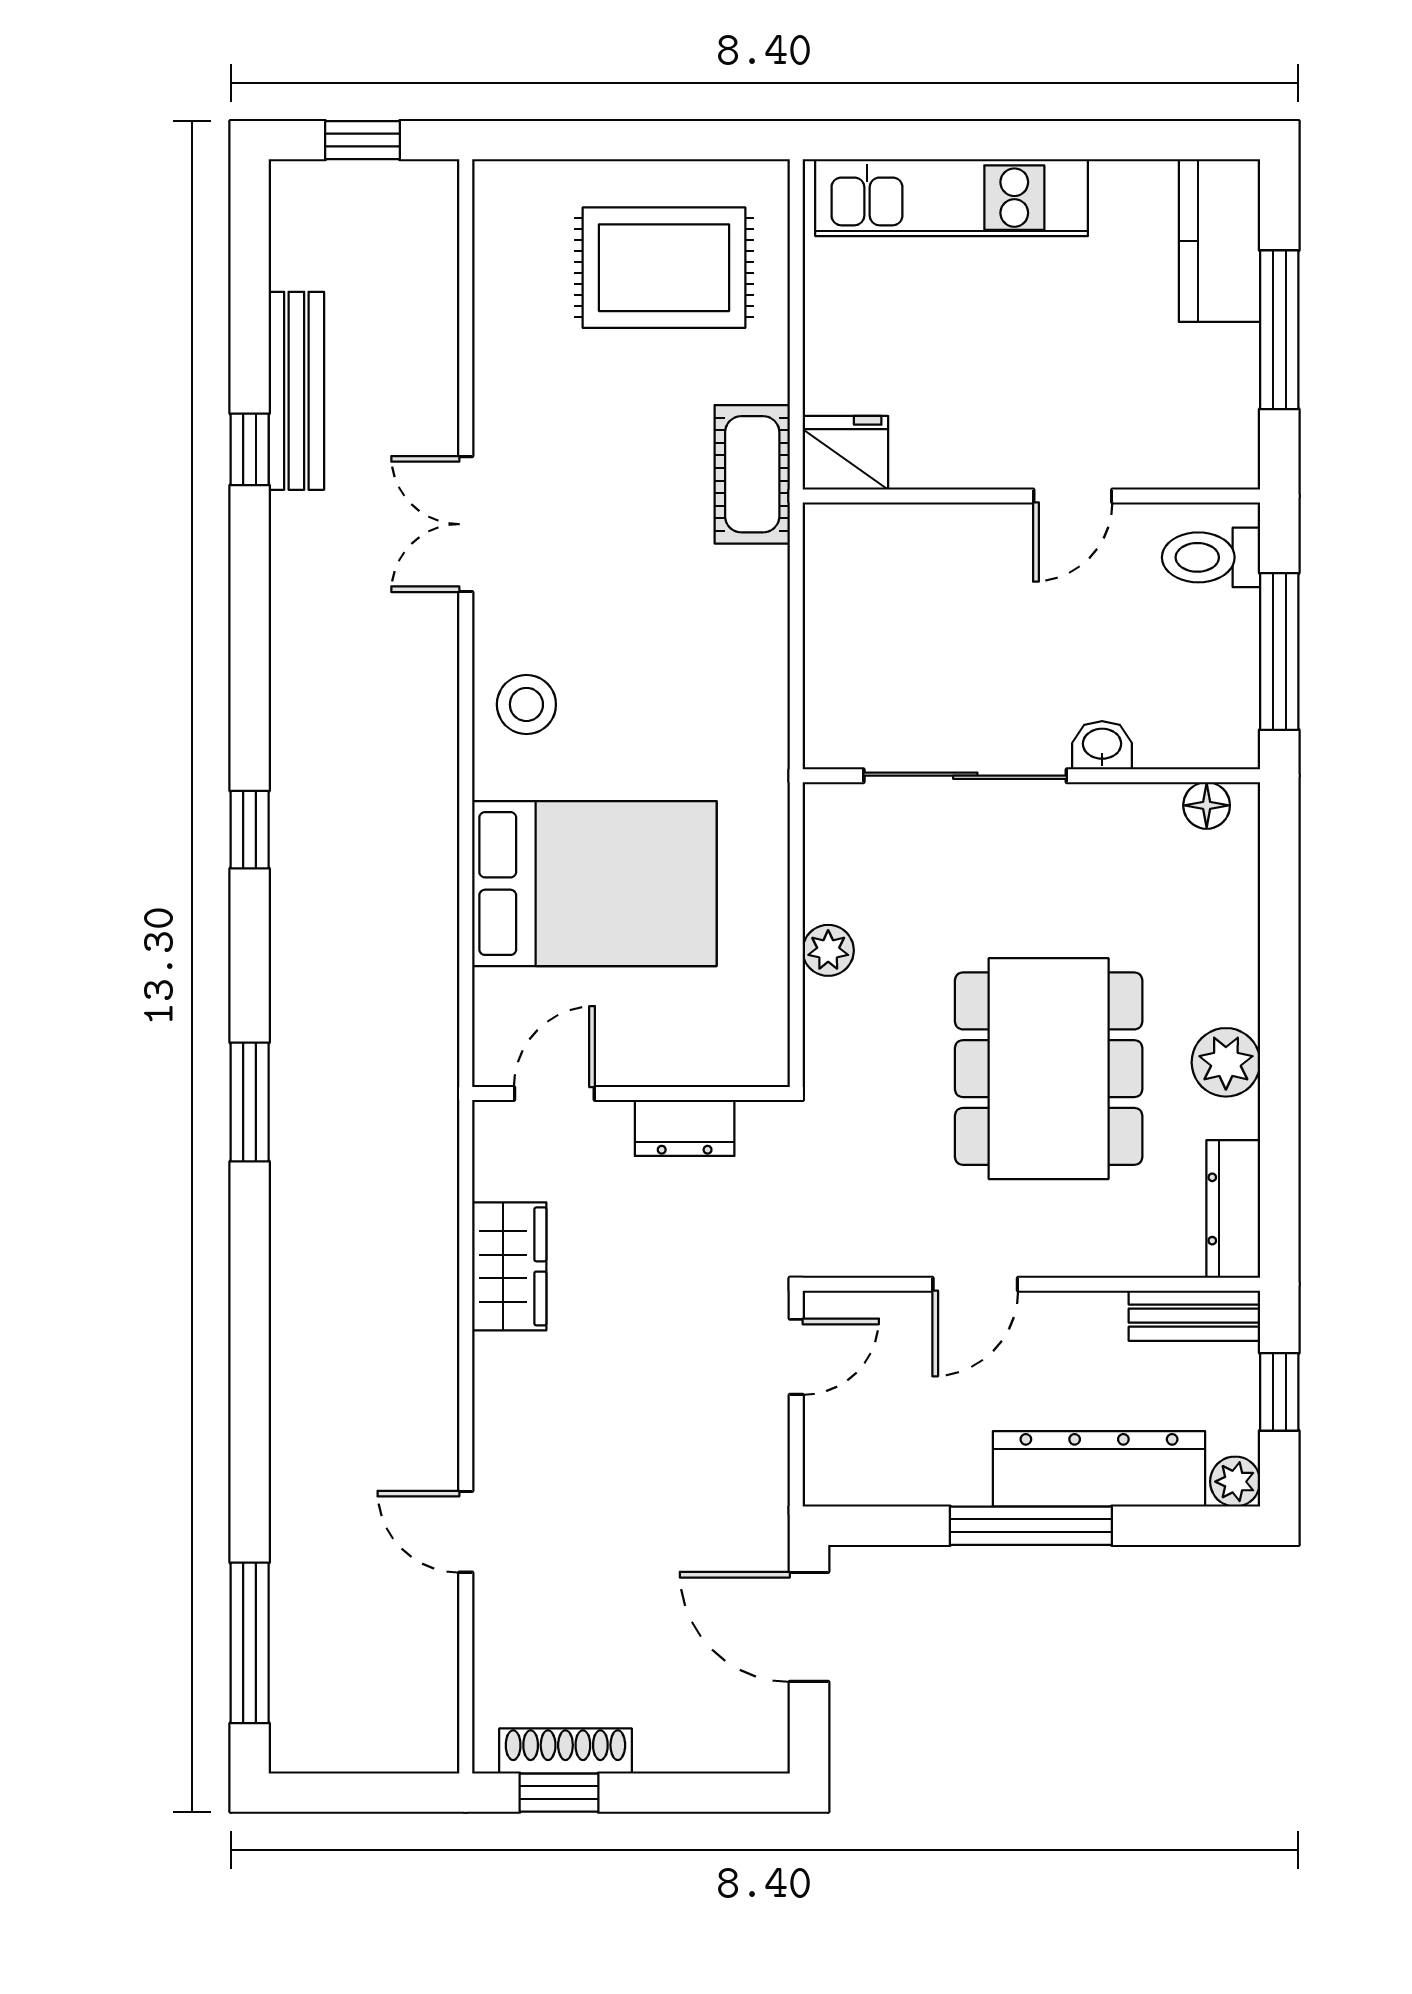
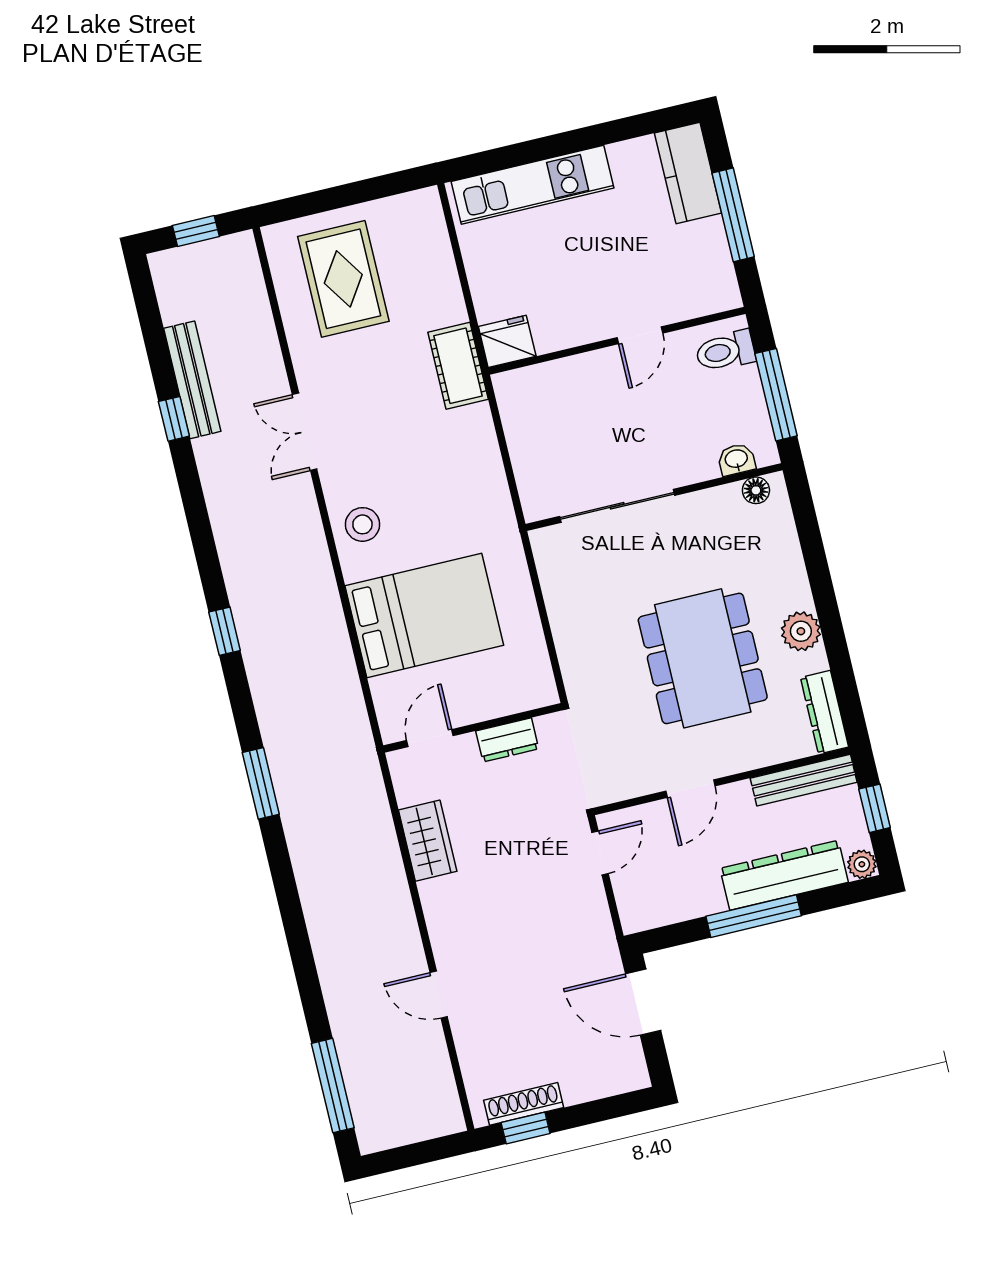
rug: (664, 268) -> (343, 279), moved, turned 90
washbasin: (1102, 745) -> (736, 459), moved
plant: (828, 950) -> (564, 622), removed
bench: (1194, 1316) -> (804, 780), width x1.36

